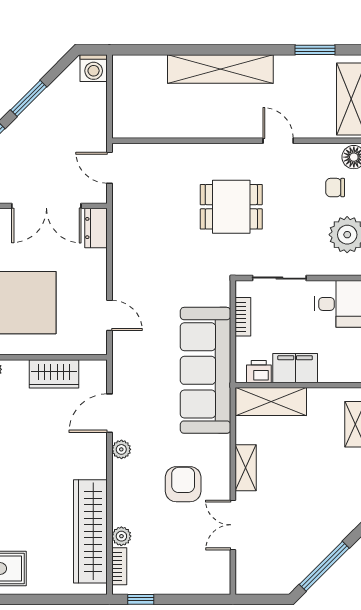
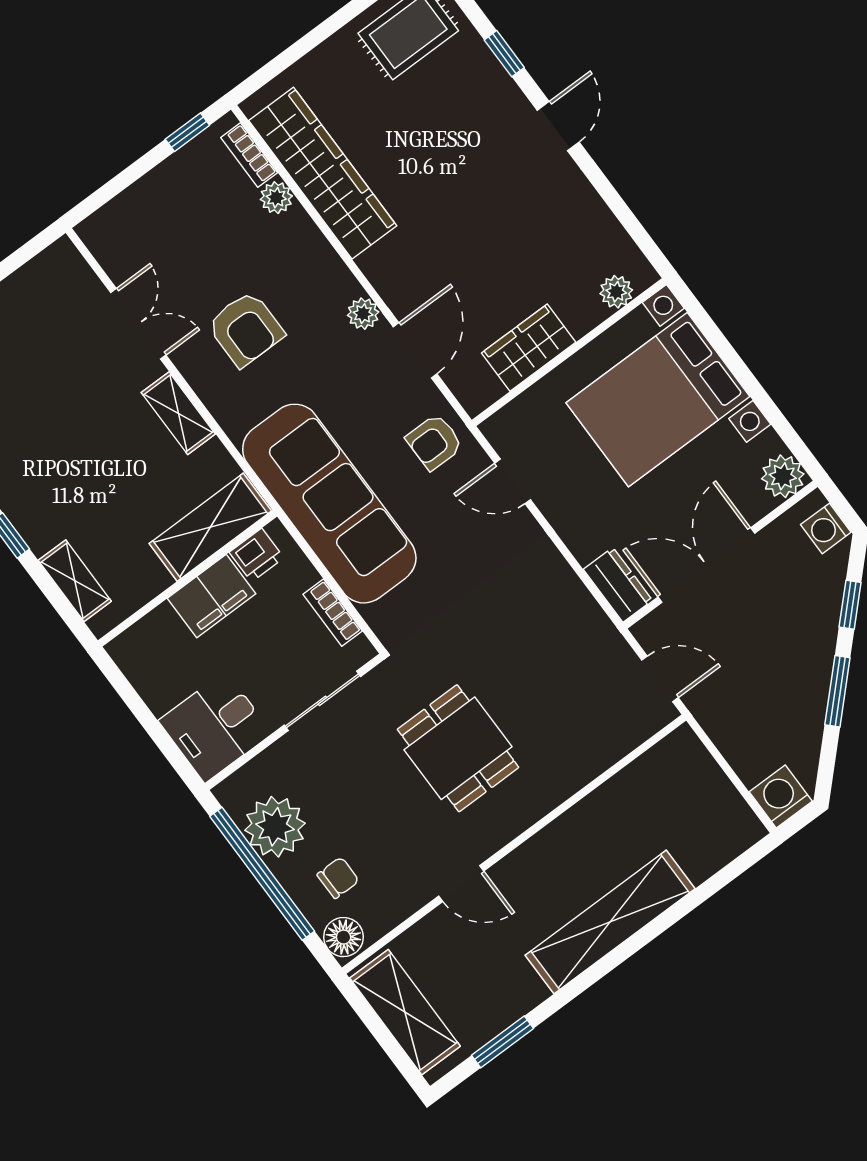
dining table: (231, 207) -> (458, 748), turned 90
armchair: (133, 362) -> (434, 442), added

